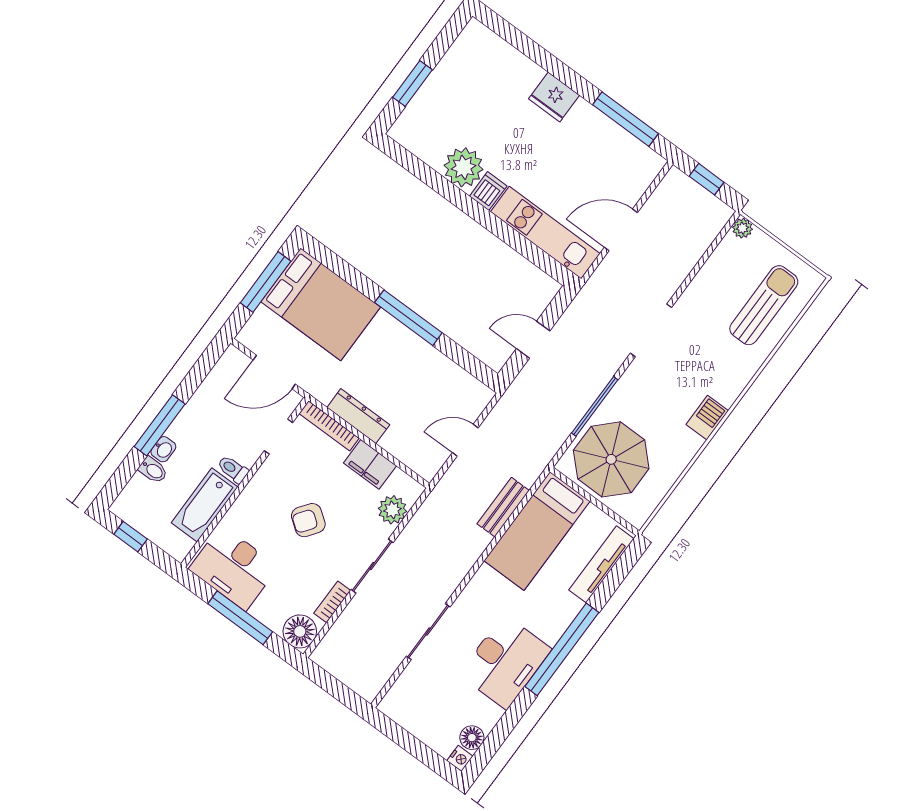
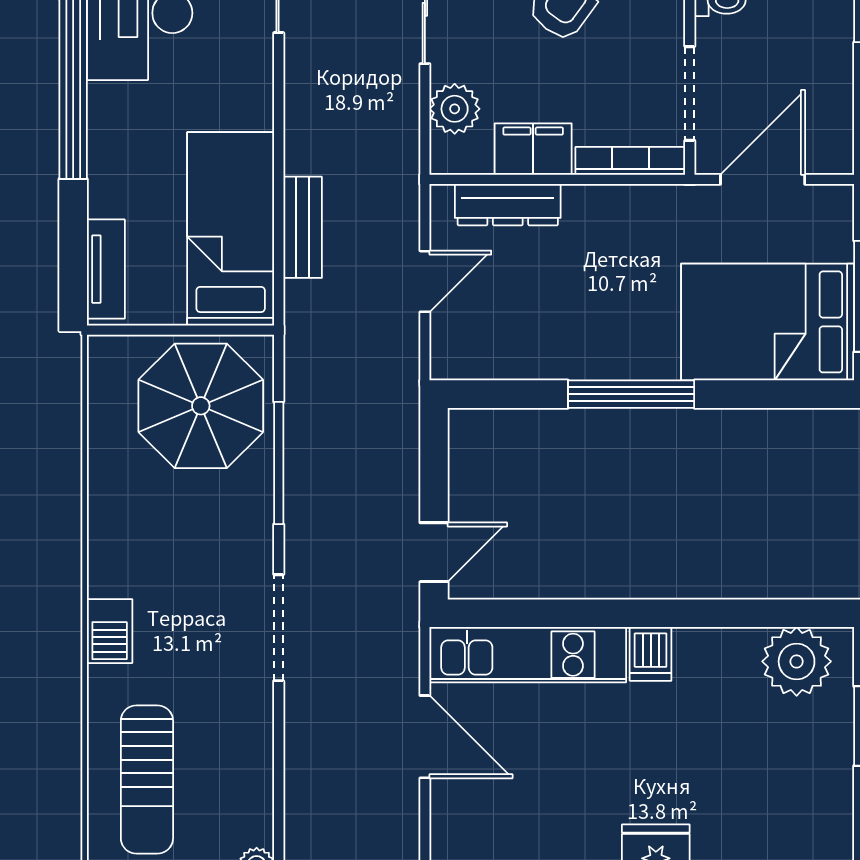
plant: (464, 167) -> (797, 661), moved
door: (621, 230) -> (425, 737), hinge flipped
door: (533, 340) -> (434, 552), moved
dresser: (358, 416) -> (508, 205), moved
barbecue: (707, 418) -> (110, 631), moved
doorway: (279, 437) -> (690, 93), width x1.38
tv unit: (601, 564) -> (106, 269), width x0.71

